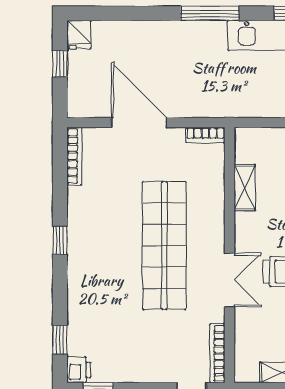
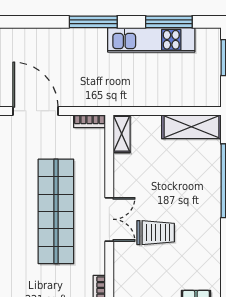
shelving: (245, 188) -> (122, 134), moved
double door: (230, 280) -> (109, 219), moved

